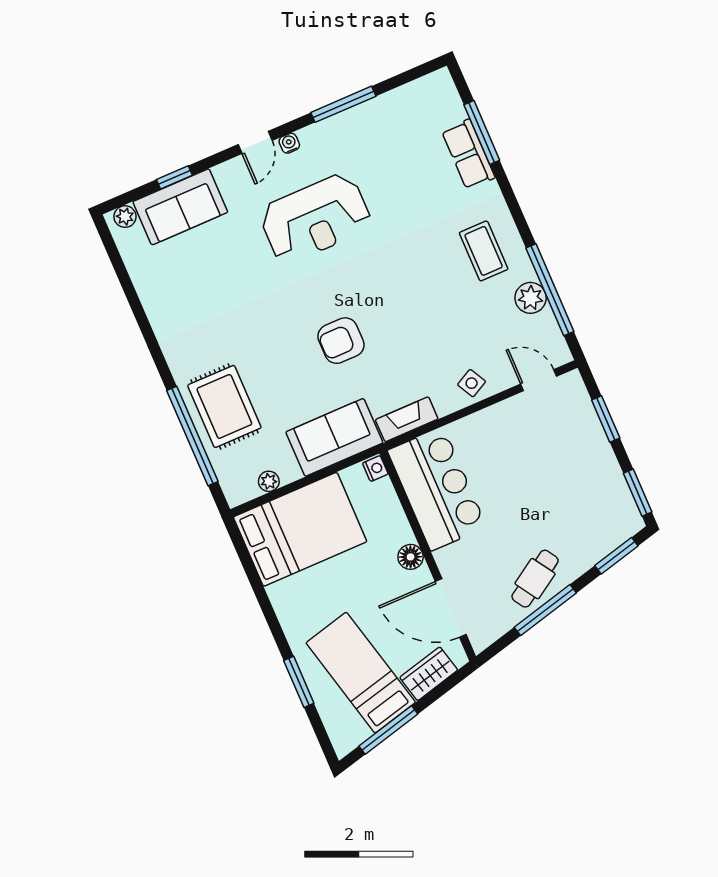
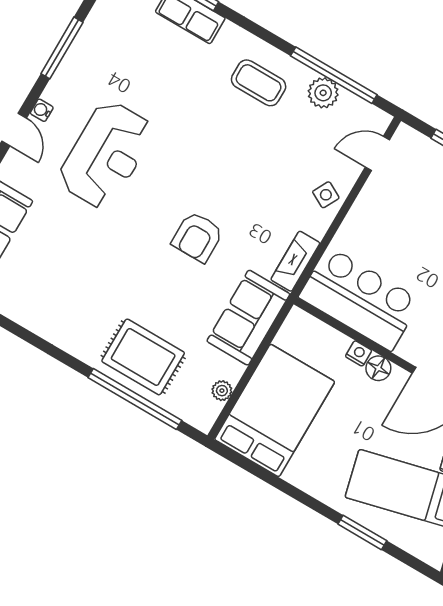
side table: (472, 383) -> (326, 195), turned -34
nightstand: (375, 469) -> (359, 353), moved

